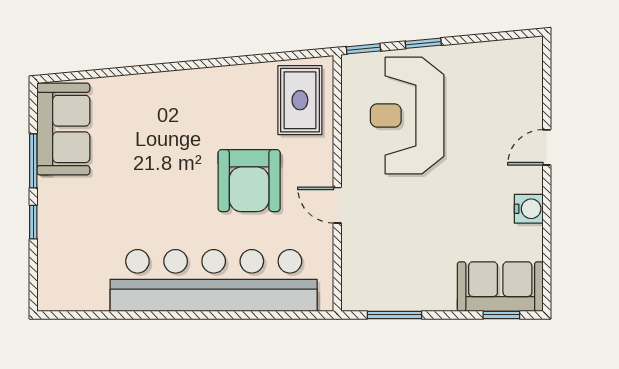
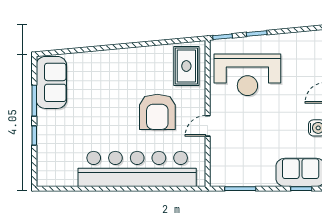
reception desk: (407, 116) -> (247, 75), turned -90
door: (337, 205) -> (208, 126), hinge flipped

